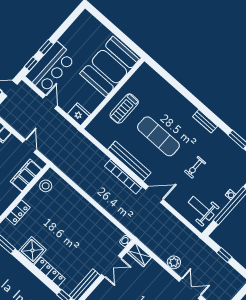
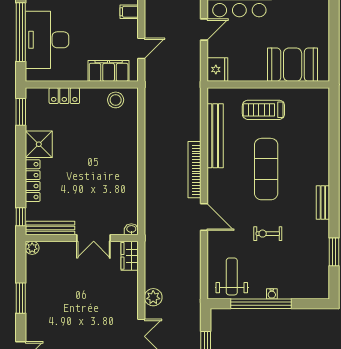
booth: (109, 67) -> (293, 65), width x0.73, depth x0.70
bench: (129, 161) -> (215, 136), moved

